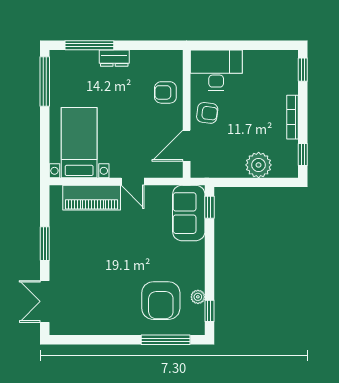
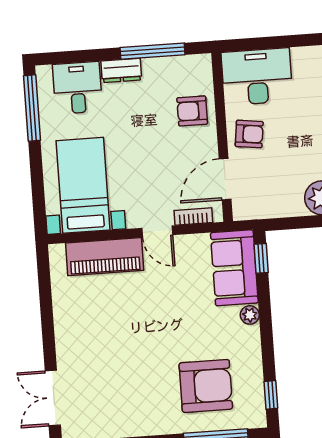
window: (89, 45) -> (152, 51), moved
desk: (80, 69) -> (77, 88), added
bookcase: (161, 172) -> (193, 217), added
window: (45, 244) -> (47, 322), removed
plant: (198, 297) -> (250, 315), moved
armchair: (161, 301) -> (206, 386), turned -90

